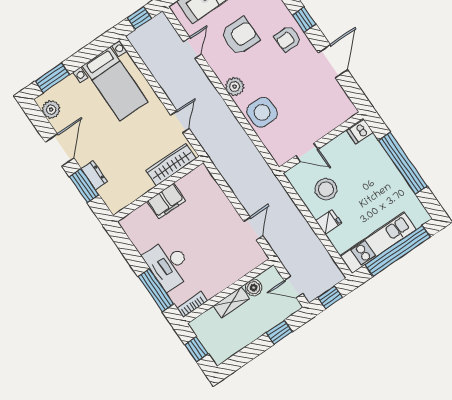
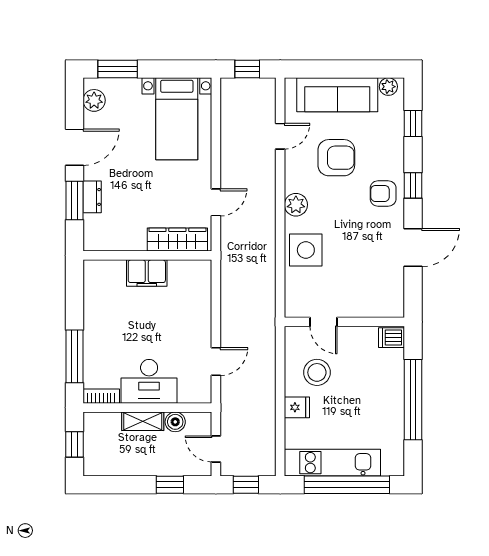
desk: (168, 264) -> (149, 381), moved, turned -90

